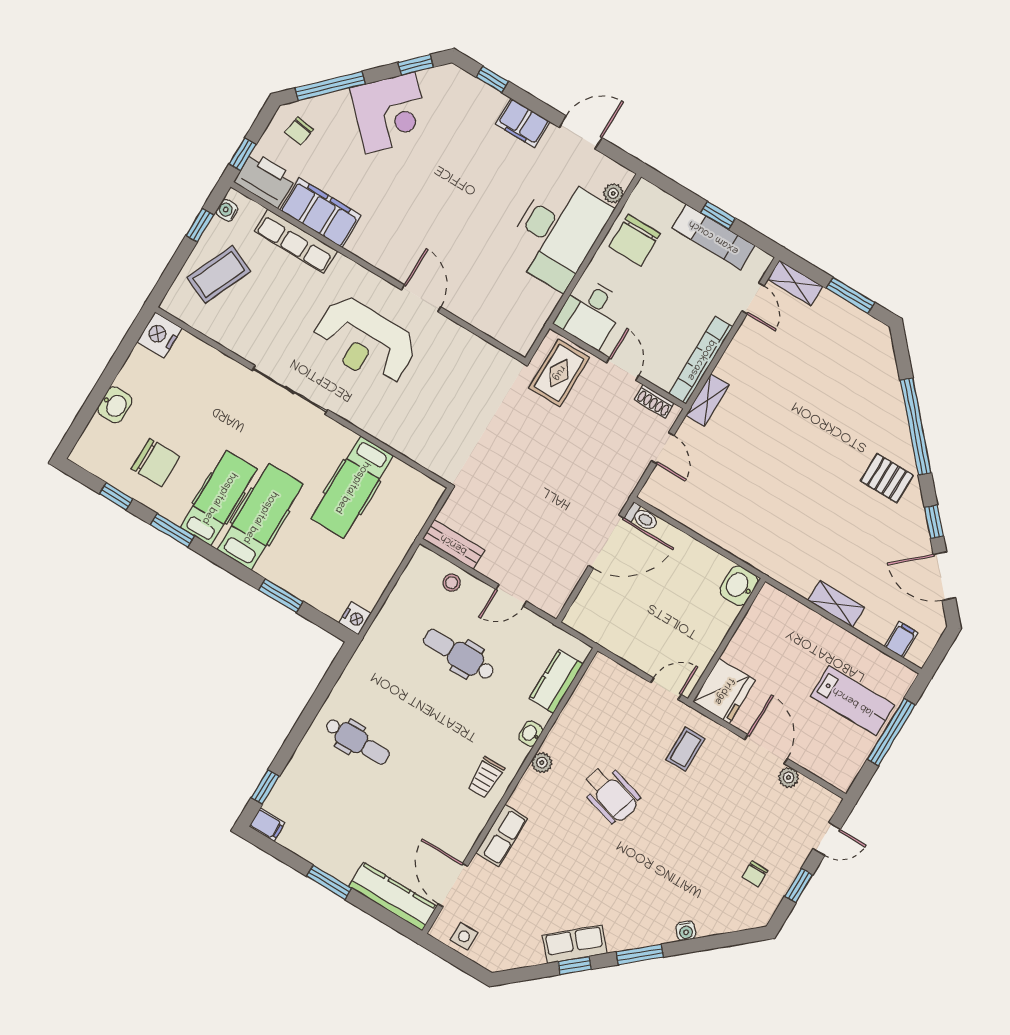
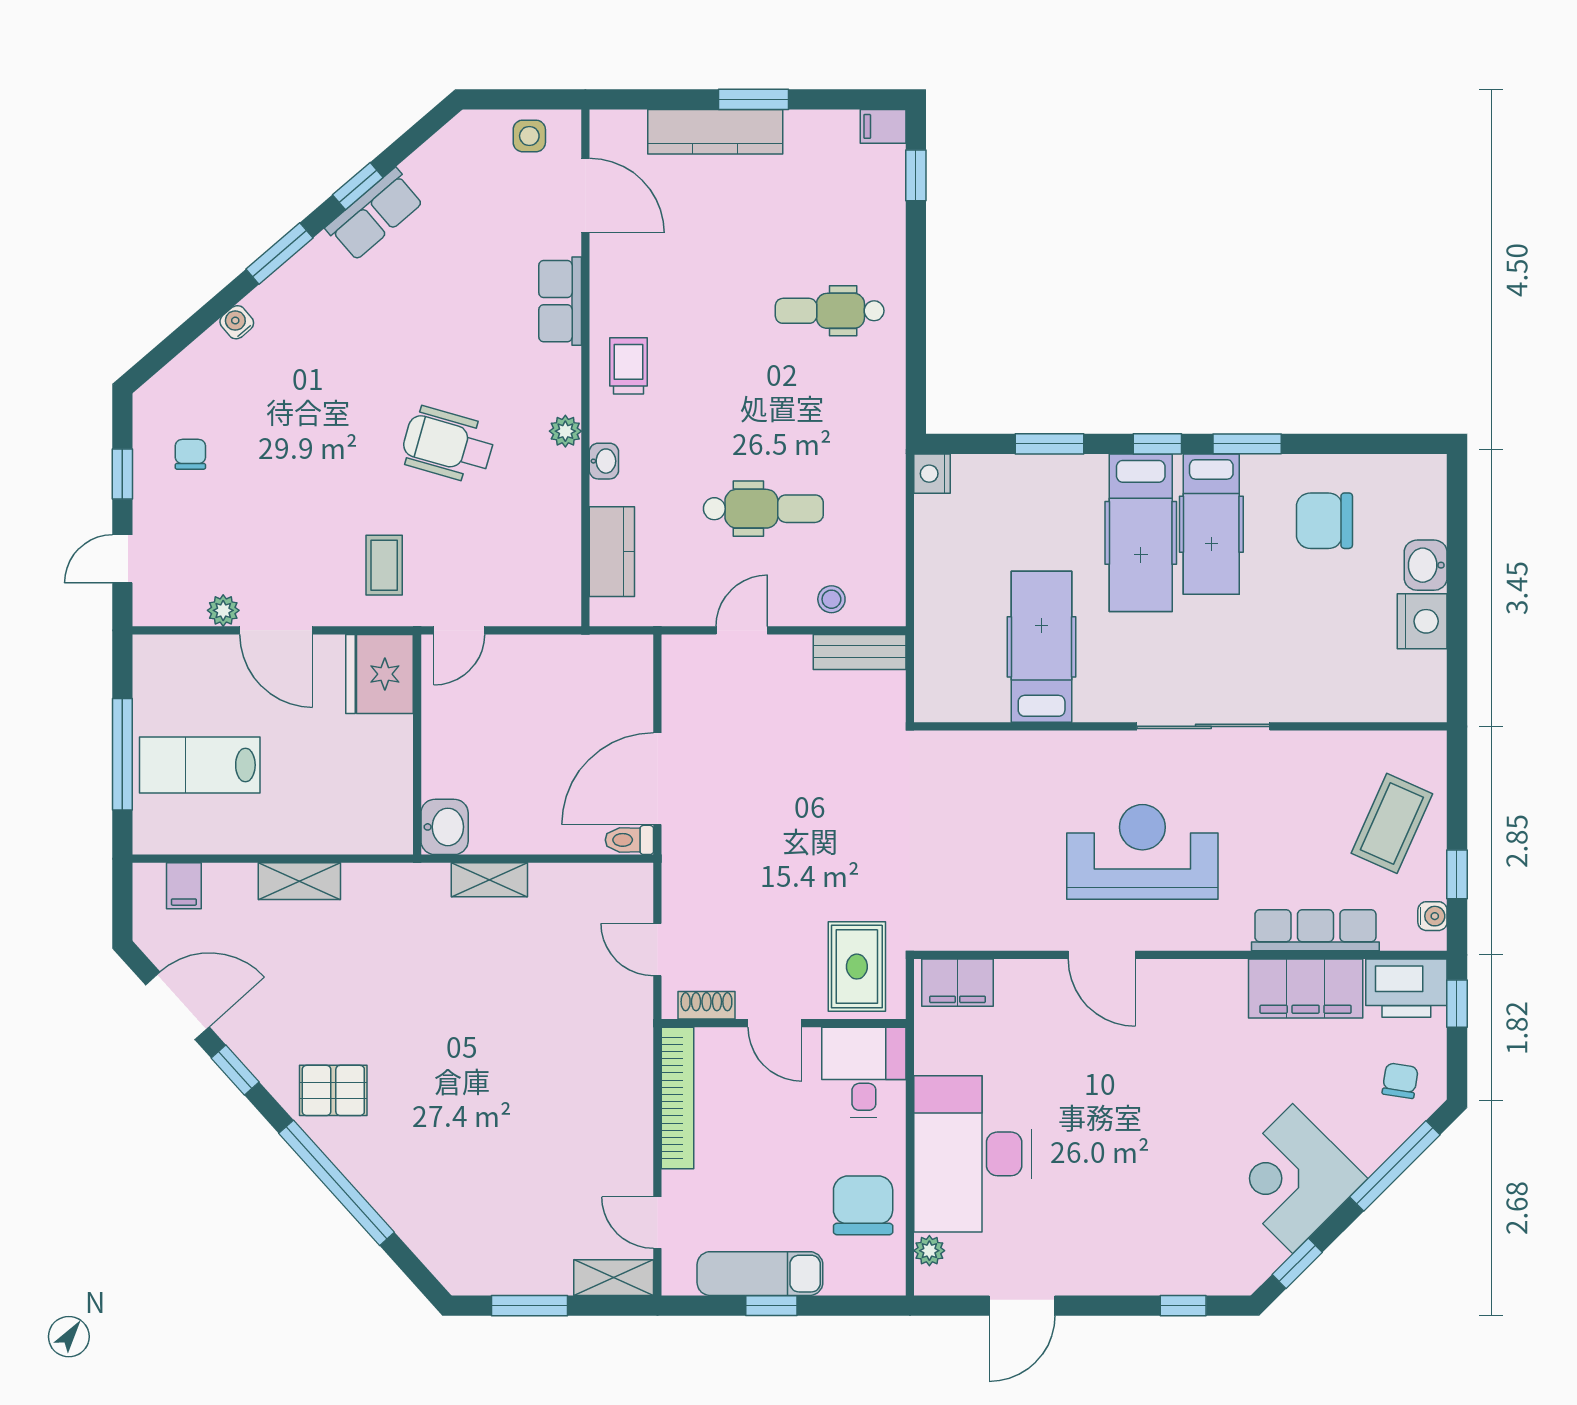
filing cabinet: (523, 123) -> (958, 983), moved, turned 180
nightstand: (160, 335) -> (1422, 621), moved
shelving: (707, 400) -> (489, 880), moved, turned 90
window: (116, 496) -> (1157, 444), moved
kitchen counter: (393, 896) -> (715, 132), moved

